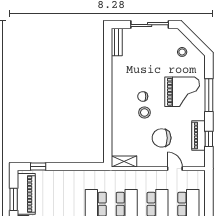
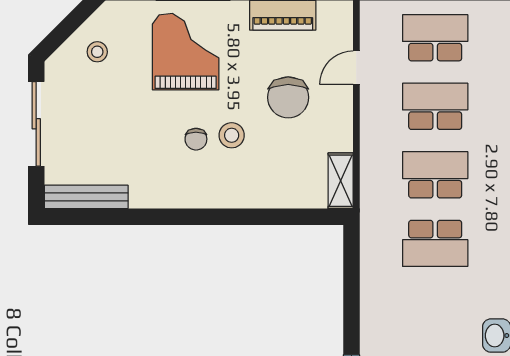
bench: (117, 42) -> (86, 197), width x1.36

